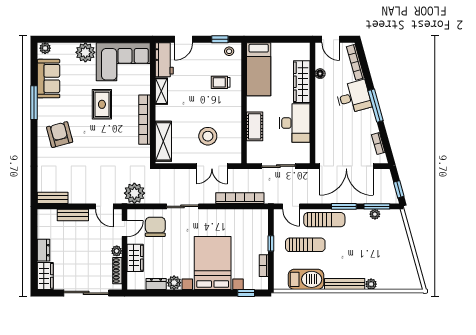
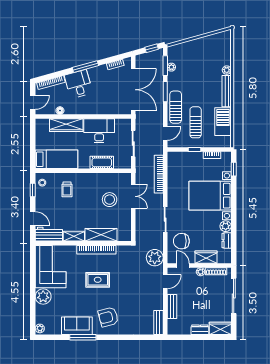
sofa: (48, 79) -> (77, 326), moved
rug: (102, 104) -> (98, 280), moved
shelving: (163, 141) -> (101, 235), moved

